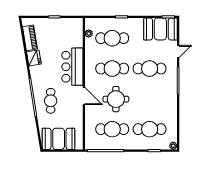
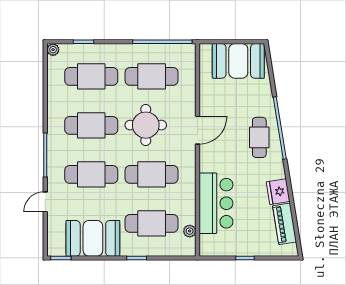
booth: (160, 29) -> (93, 238), moved
bar counter: (72, 67) -> (216, 203), moved
door: (84, 96) -> (198, 130), swing flipped
cafe table: (150, 99) -> (91, 125), added
cafe table: (51, 101) -> (259, 137), moved

